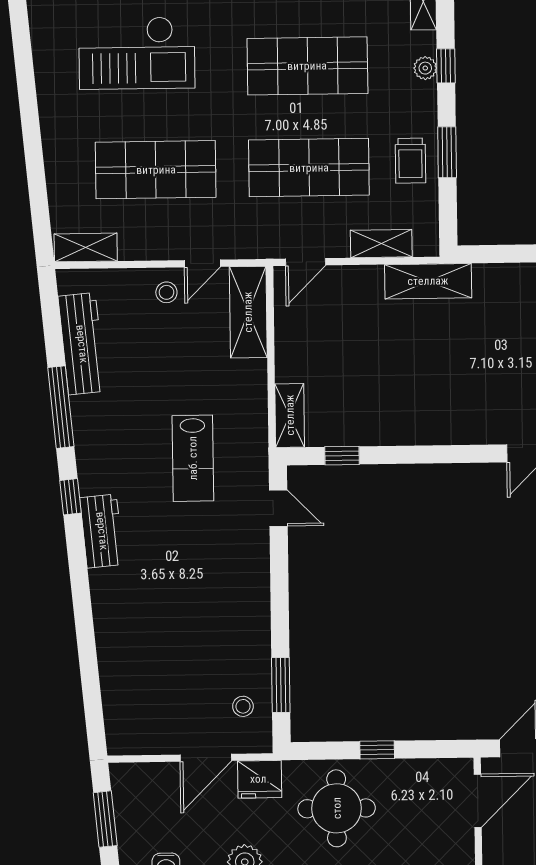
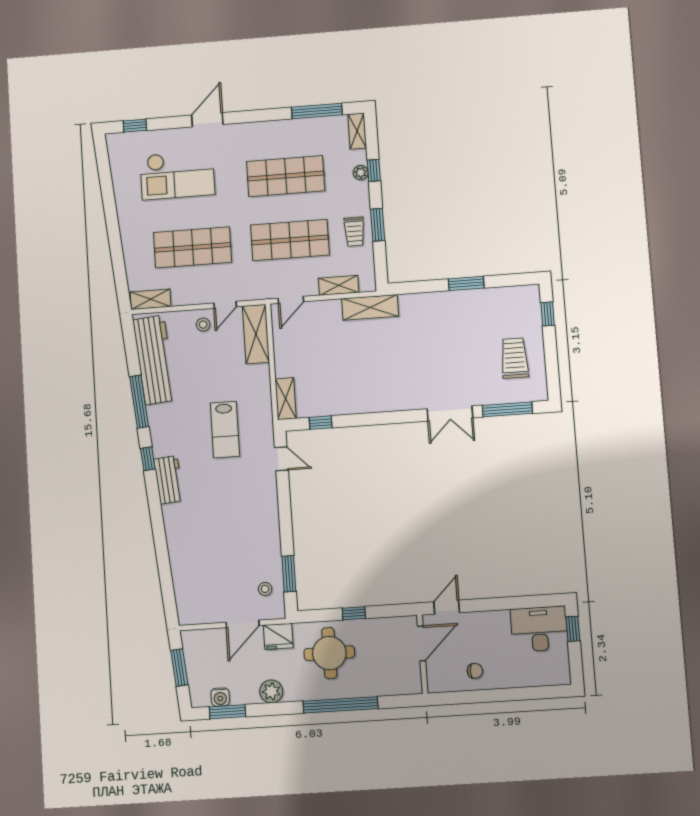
workbench: (82, 344) -> (155, 360), width x1.36, depth x1.32

